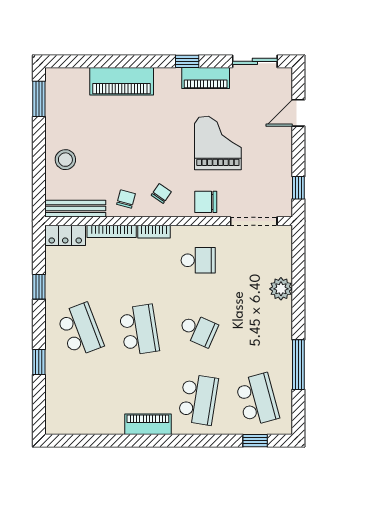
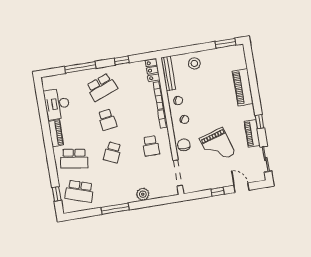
grand piano: (218, 143) -> (217, 146), turned 73
window: (298, 188) -> (218, 192), moved
school desk: (139, 330) -> (107, 120), width x0.54
window: (39, 362) -> (80, 67), width x2.17
window: (298, 365) -> (115, 209), moved
school desk: (257, 399) -> (79, 191), turned 33
desk: (97, 414) -> (57, 104), added

